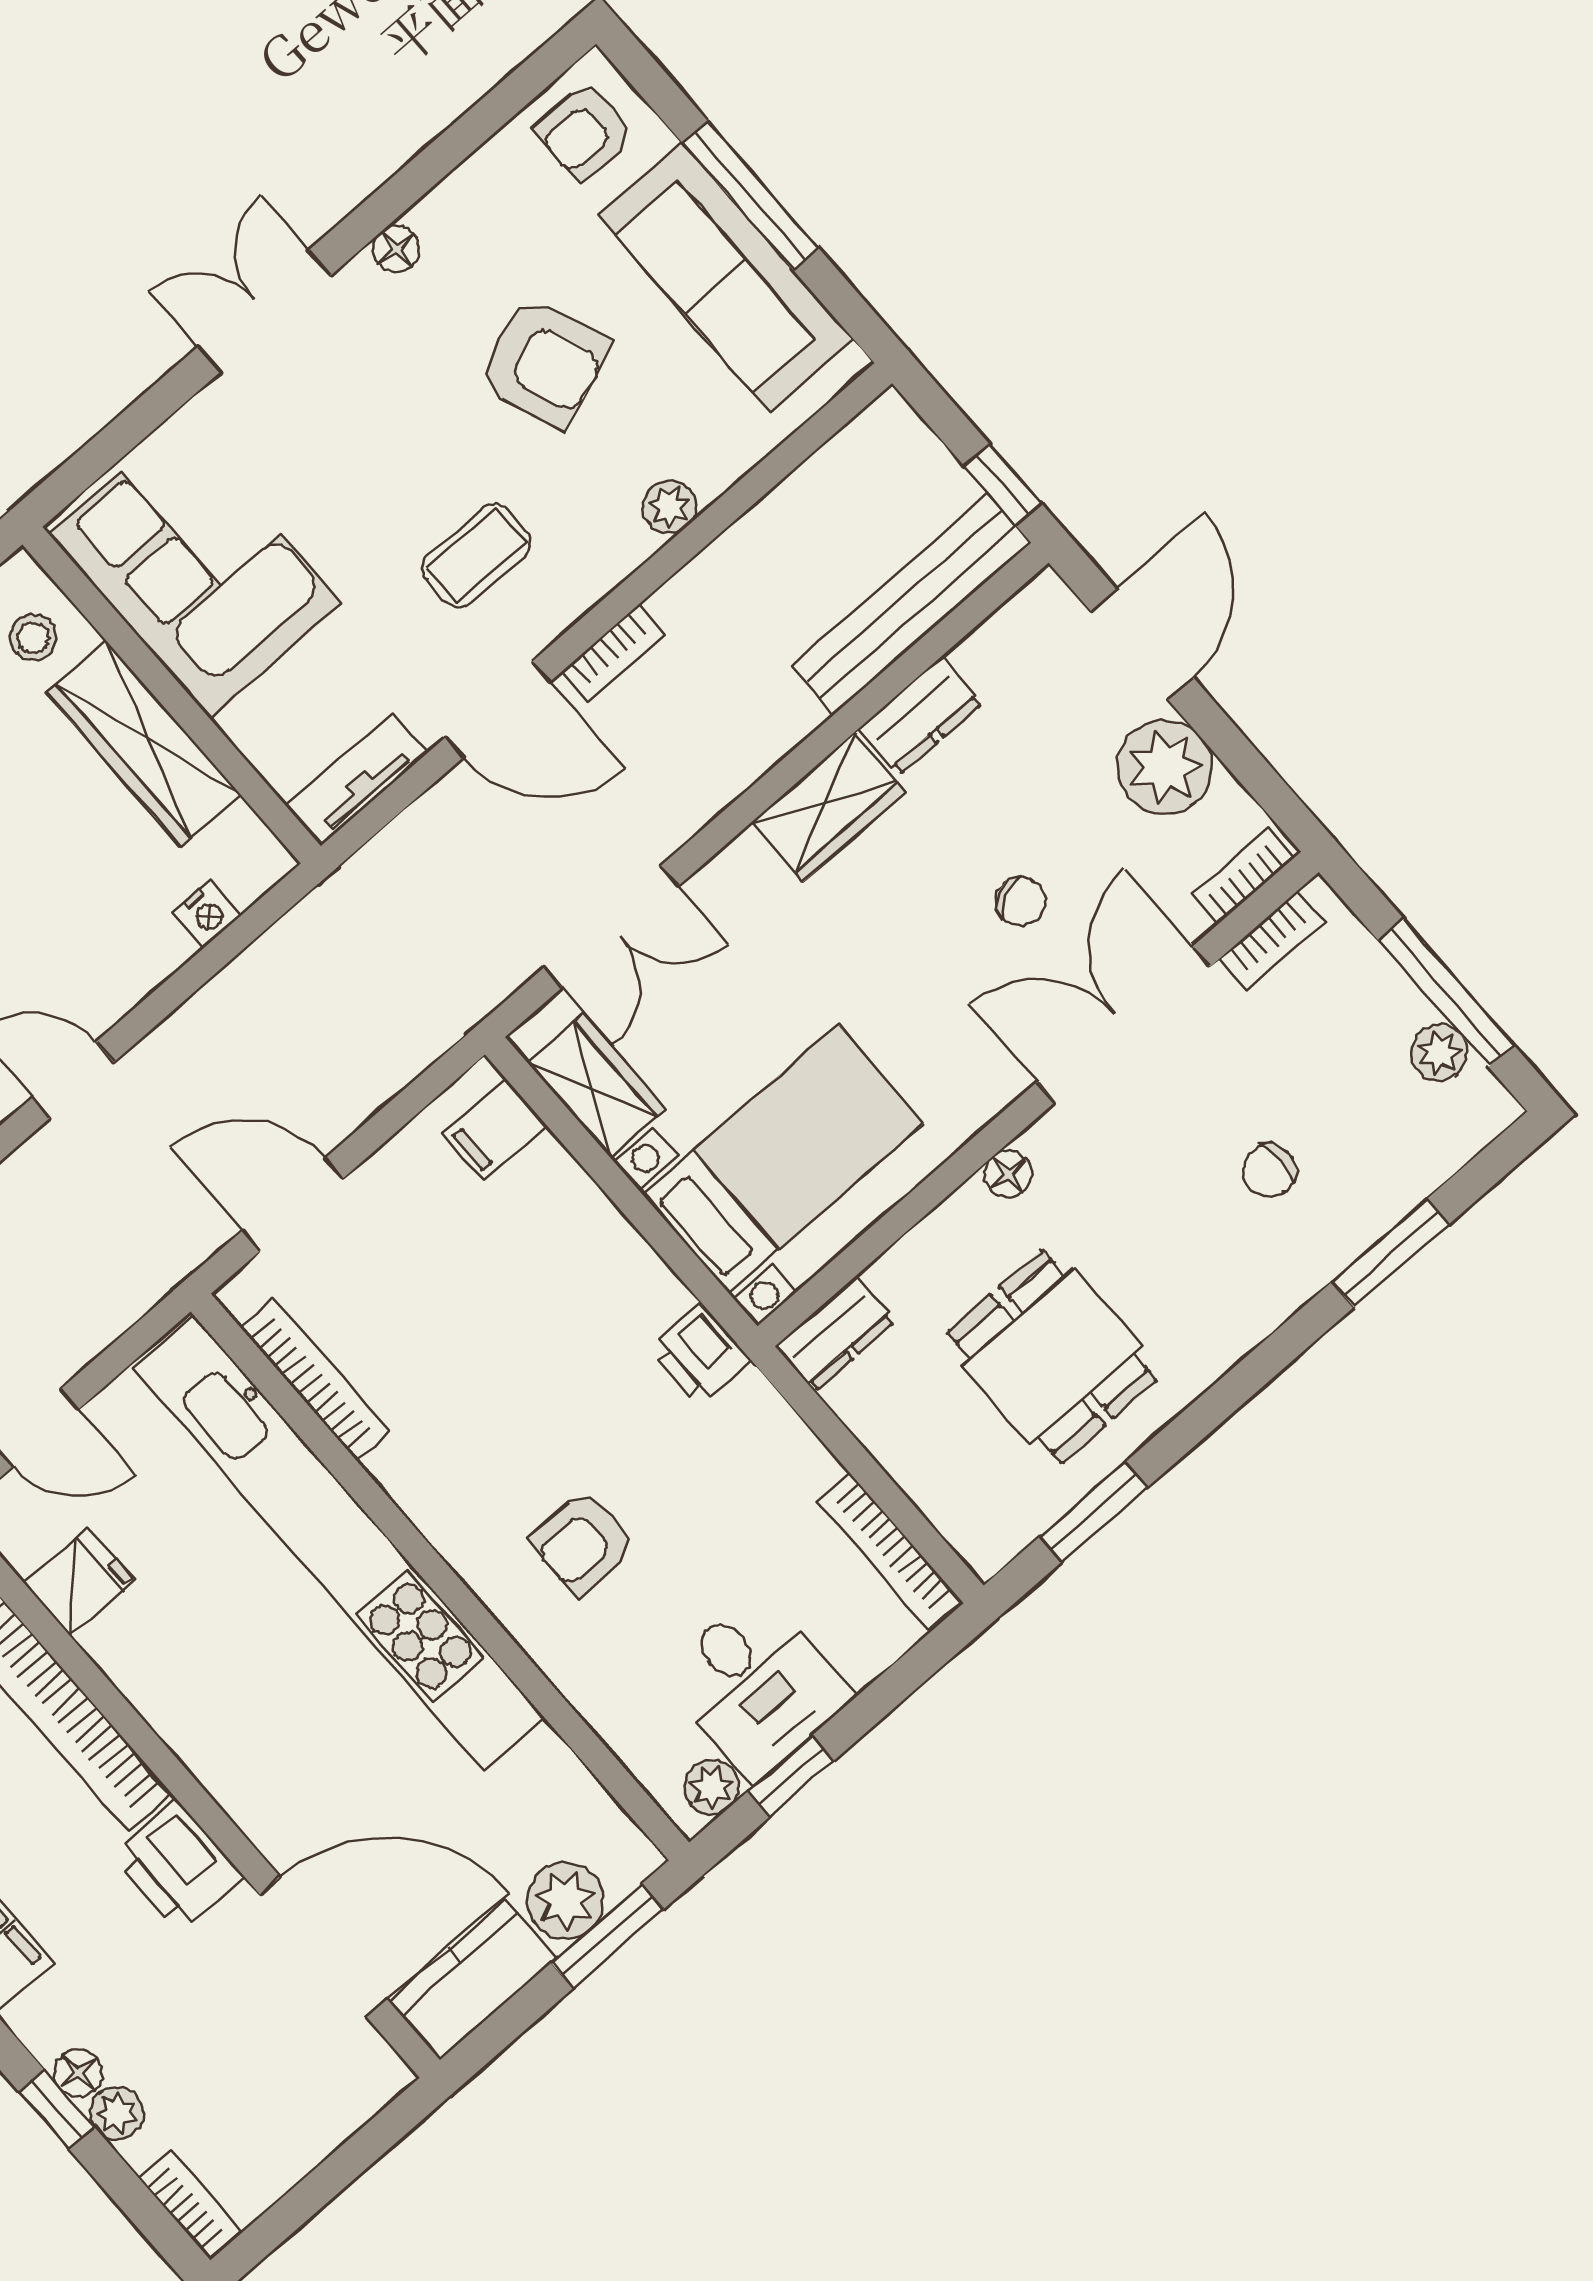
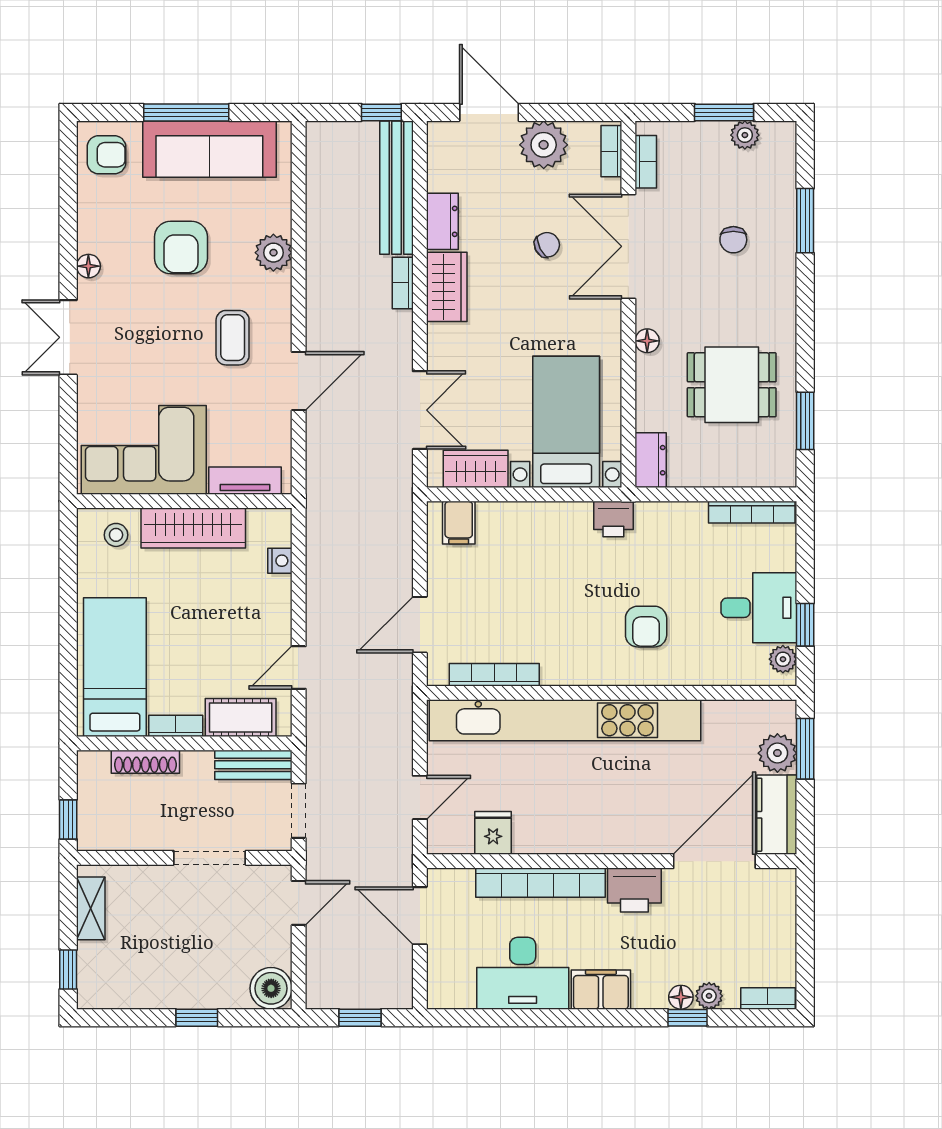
armchair: (585, 132) -> (106, 155), turned -90
armchair: (543, 362) -> (181, 247), turned 111
plant: (669, 507) -> (273, 253), width x1.38, depth x1.38
bookcase: (613, 653) -> (403, 283), moved, turned 180
tv unit: (357, 779) -> (245, 481), moved, turned 90
window: (1446, 993) -> (724, 112), width x0.69

